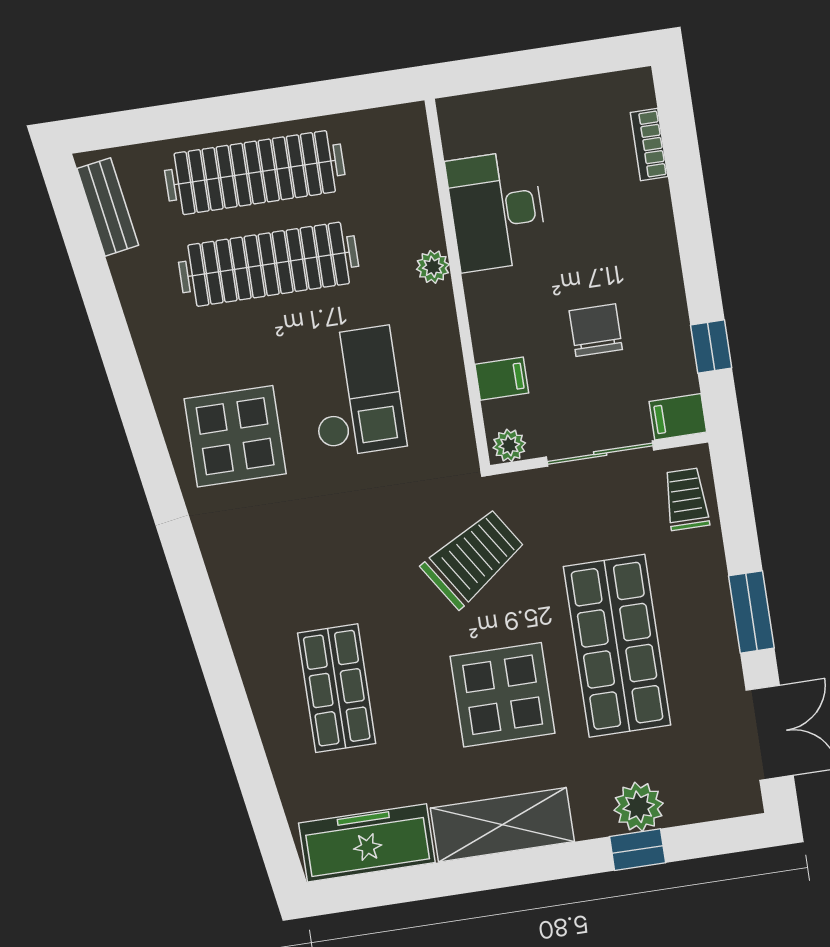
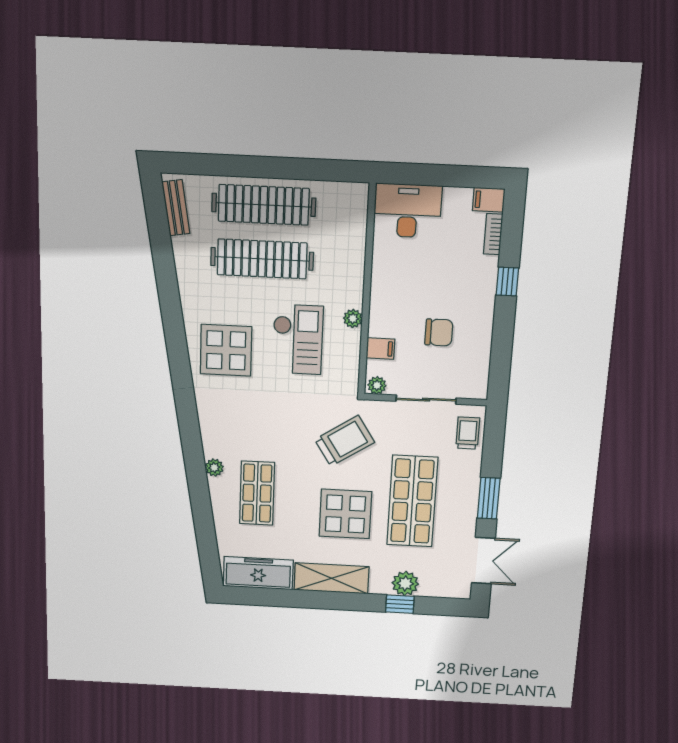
desk: (497, 211) -> (408, 211), moved, turned 90
plant: (433, 267) -> (353, 318), moved
chair: (596, 330) -> (439, 332), turned 90
window: (711, 346) -> (507, 282), moved
filing cabinet: (678, 417) -> (489, 200), moved
plant: (252, 655) -> (214, 468), added

